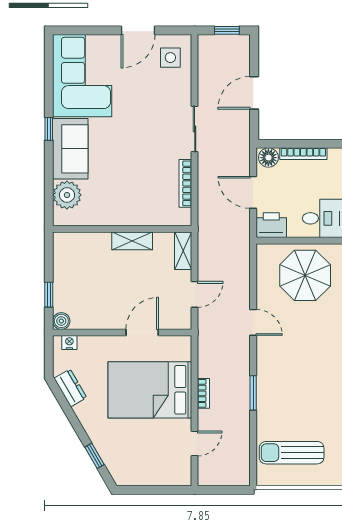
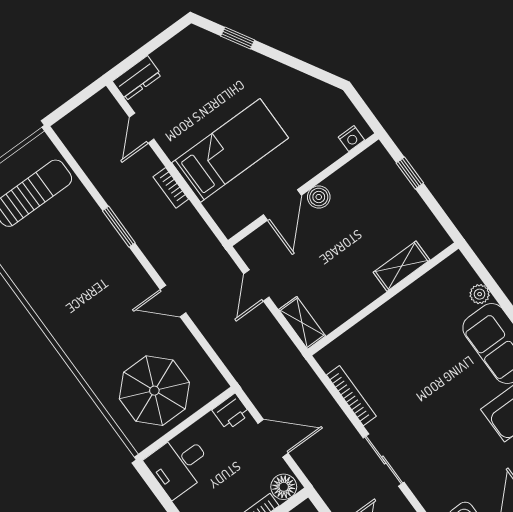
plant: (67, 195) -> (480, 294), width x0.53, depth x0.53
printer: (271, 225) -> (231, 412), width x0.73, depth x0.81
shelving: (132, 241) -> (402, 266), moved
boiler: (61, 321) -> (319, 197), moved
dresser: (70, 388) -> (137, 78), moved, turned -60
bed: (150, 390) -> (230, 150), width x0.67

